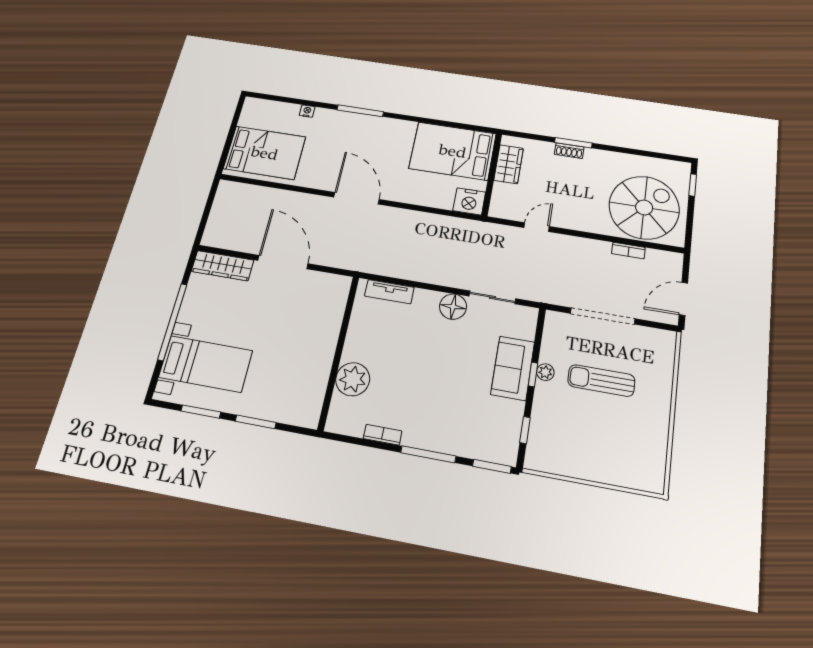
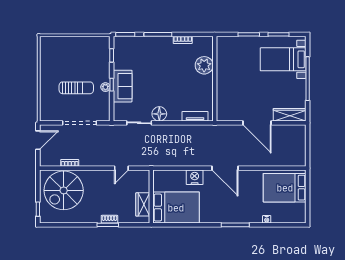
nightstand: (469, 201) -> (195, 177), moved

